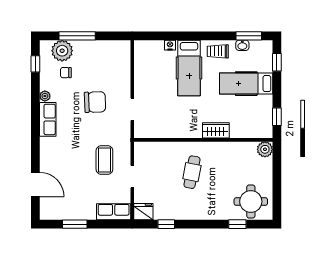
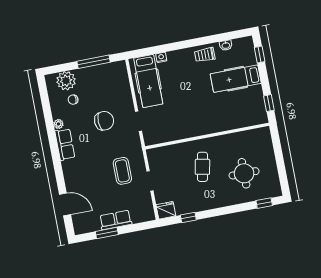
window: (77, 36) -> (94, 62), moved
window: (249, 36) -> (230, 36), removed
window: (35, 64) -> (44, 97), removed
hospital bed: (189, 68) -> (148, 81), moved
wardrobe: (216, 130) -> (217, 126), removed
plant: (265, 149) -> (264, 134), removed
round table: (251, 202) -> (244, 173), moved
row of seats: (114, 212) -> (116, 220), moved
window: (237, 224) -> (264, 203), moved

